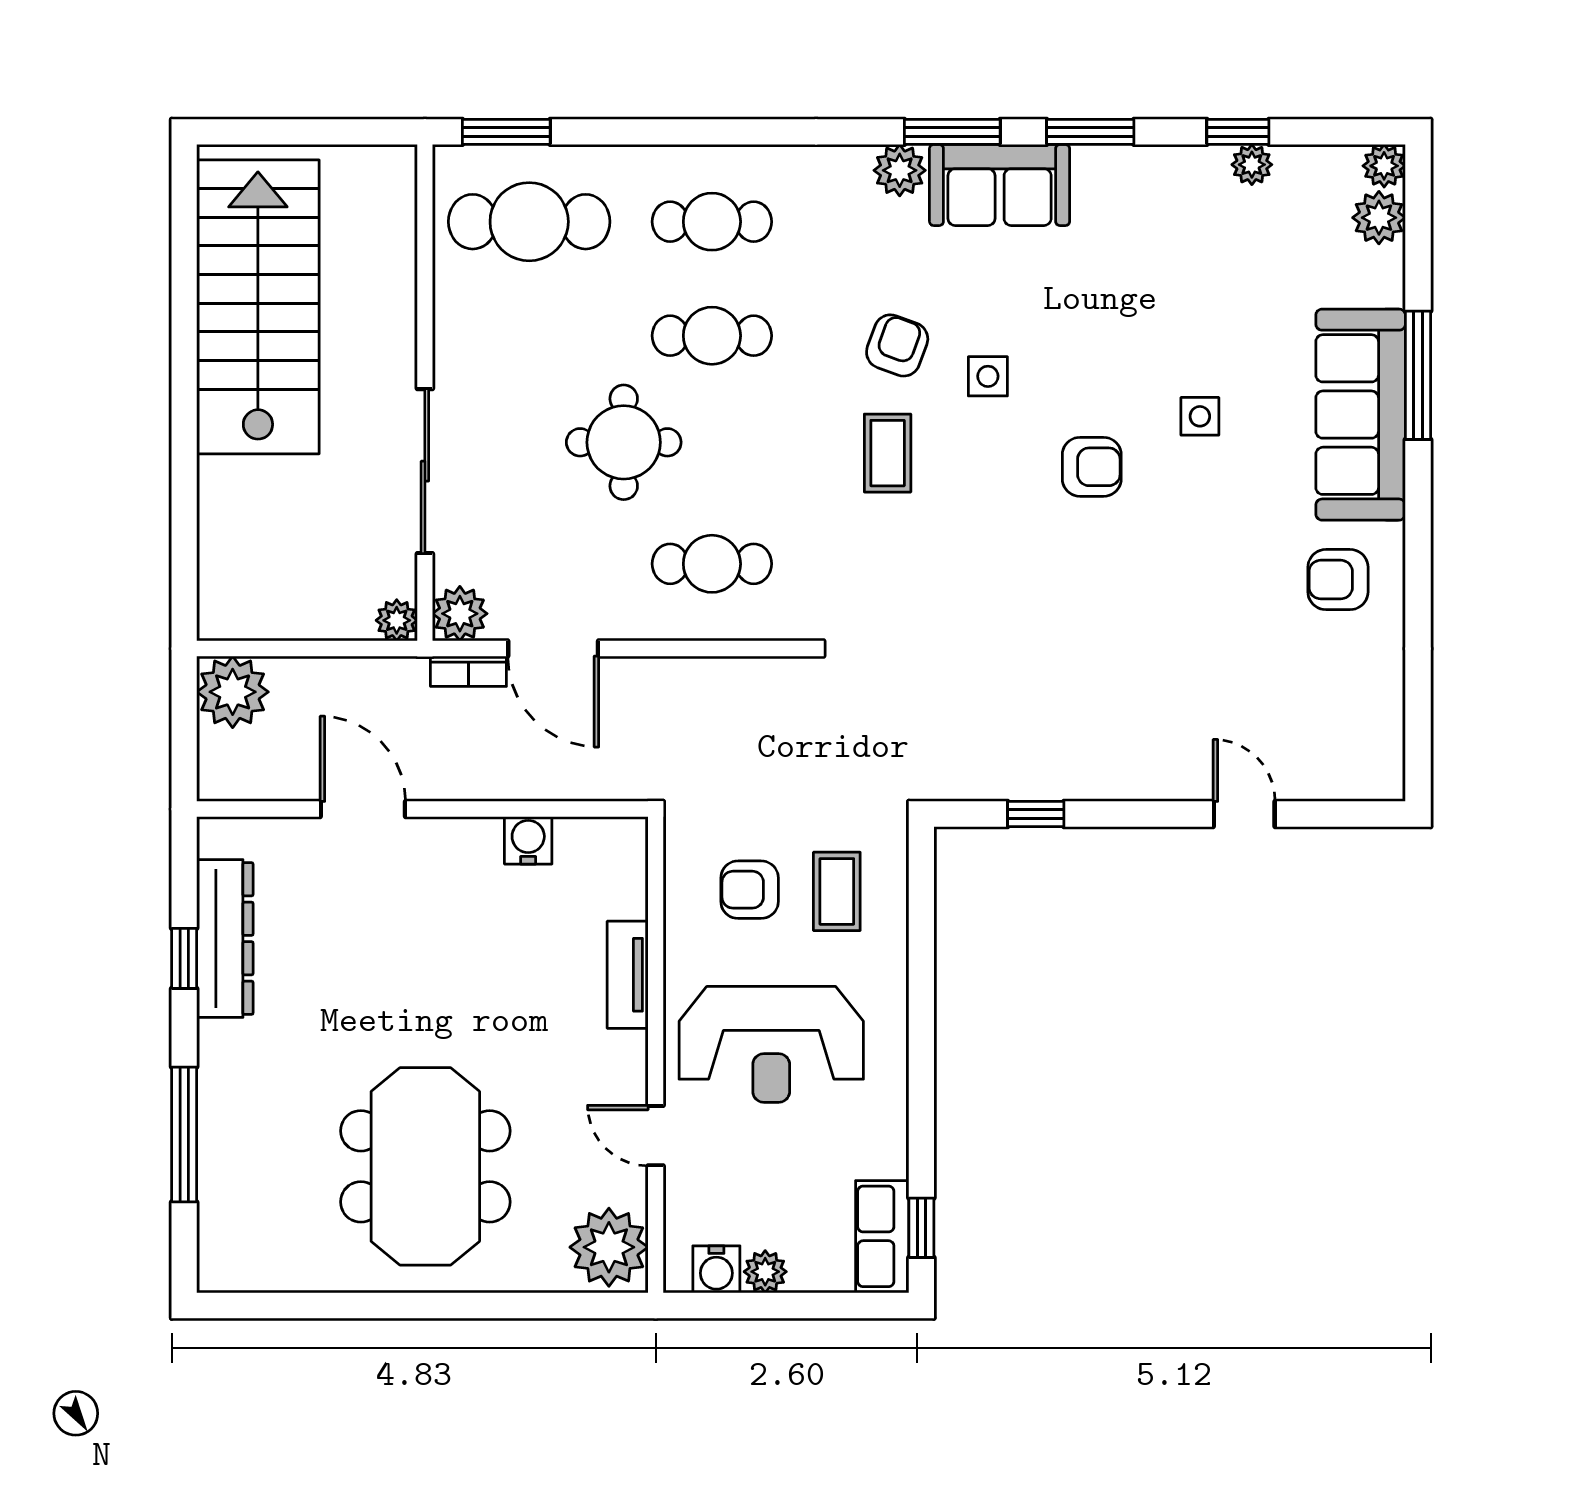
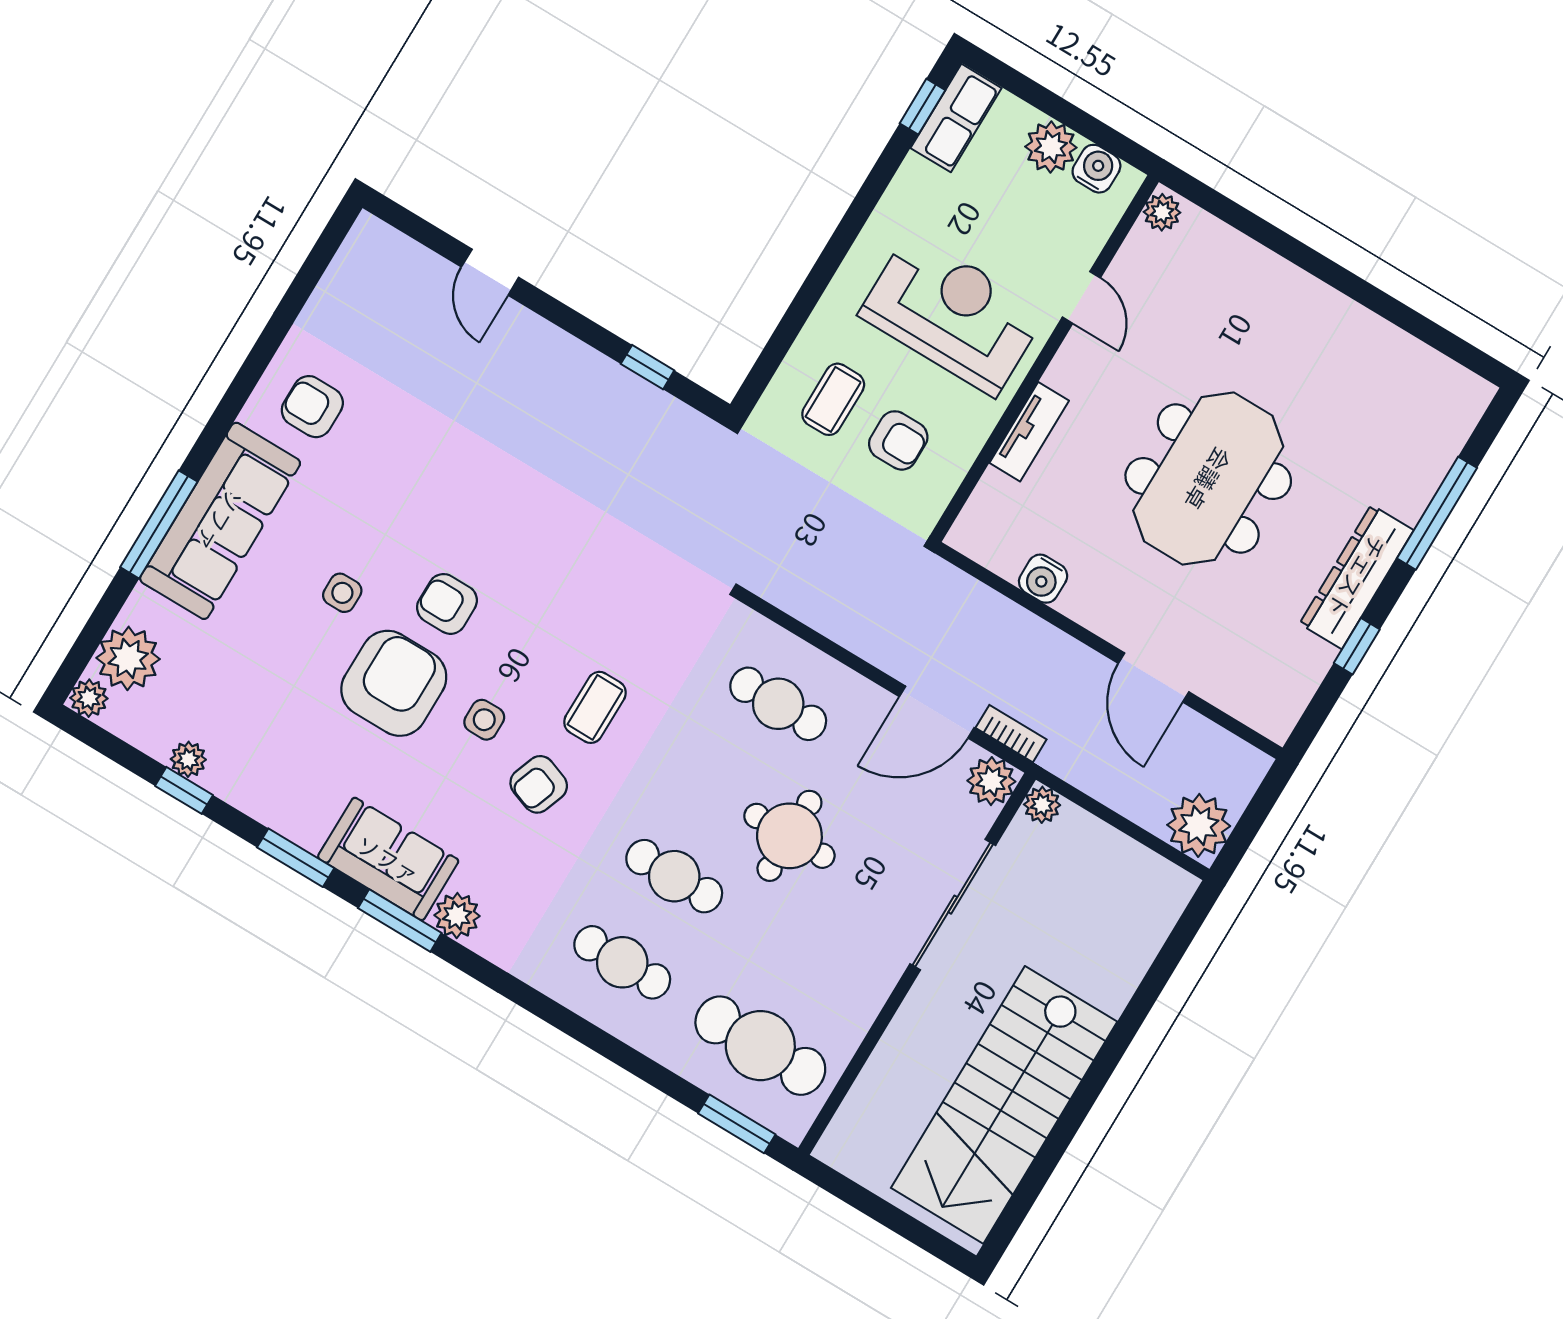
plant: (1379, 218) -> (128, 658), width x1.36, depth x1.36
armchair: (1097, 359) -> (394, 683), added
armchair: (1338, 580) -> (312, 407), turned 180
door: (553, 649) -> (937, 712), swing flipped
dresser: (225, 939) -> (1357, 577), moved
meeting table: (425, 1166) -> (1208, 479), moved
plant: (609, 1247) -> (1162, 212), width x0.53, depth x0.53
plant: (765, 1272) -> (1051, 147), width x1.38, depth x1.38

